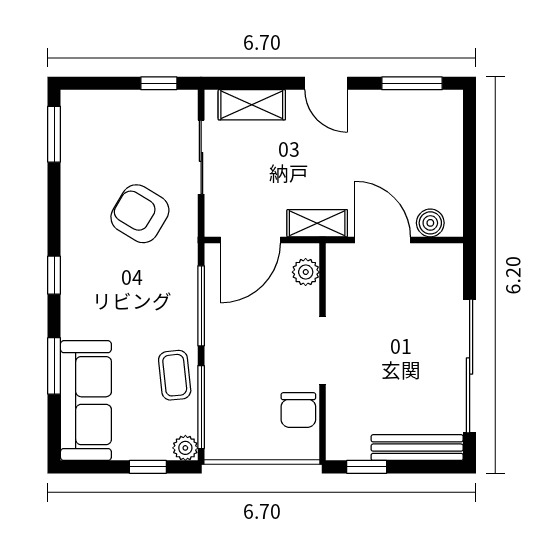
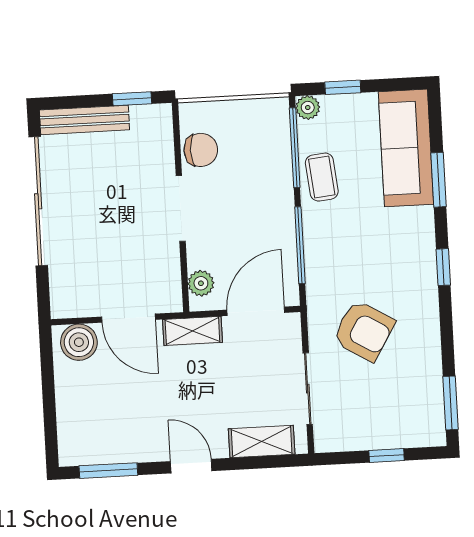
window: (159, 83) -> (387, 455), moved
boiler: (430, 223) -> (79, 342), width x1.36, depth x1.36
chair: (298, 410) -> (201, 150), turned 90

